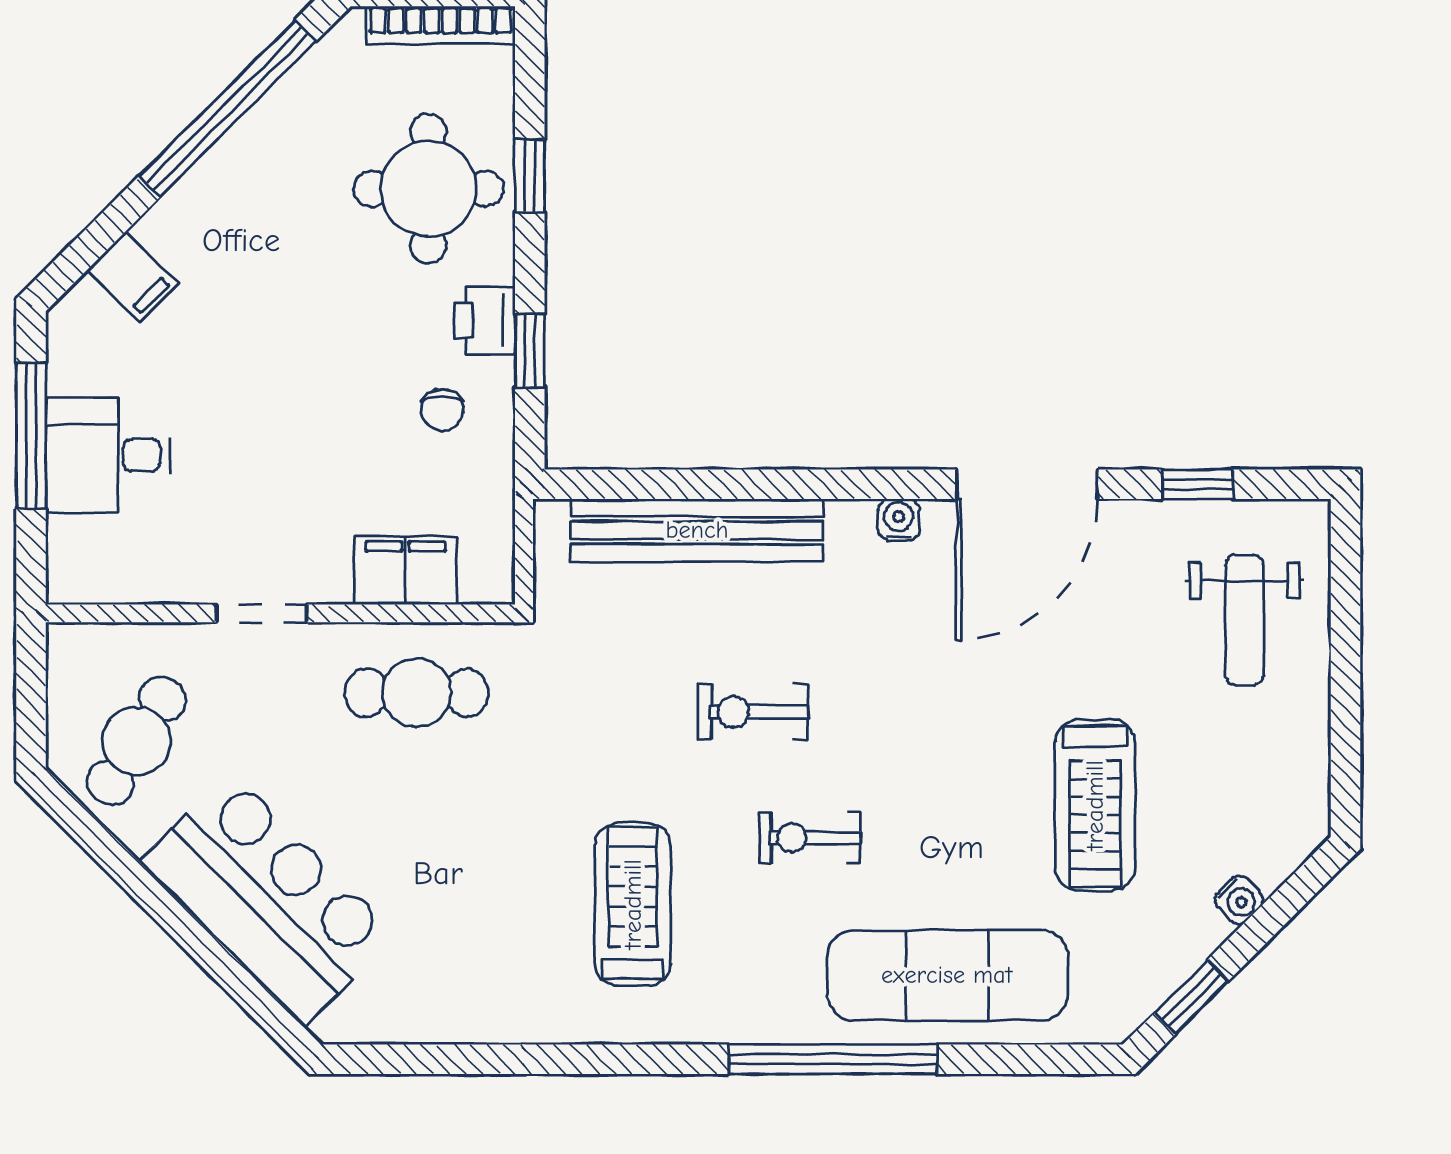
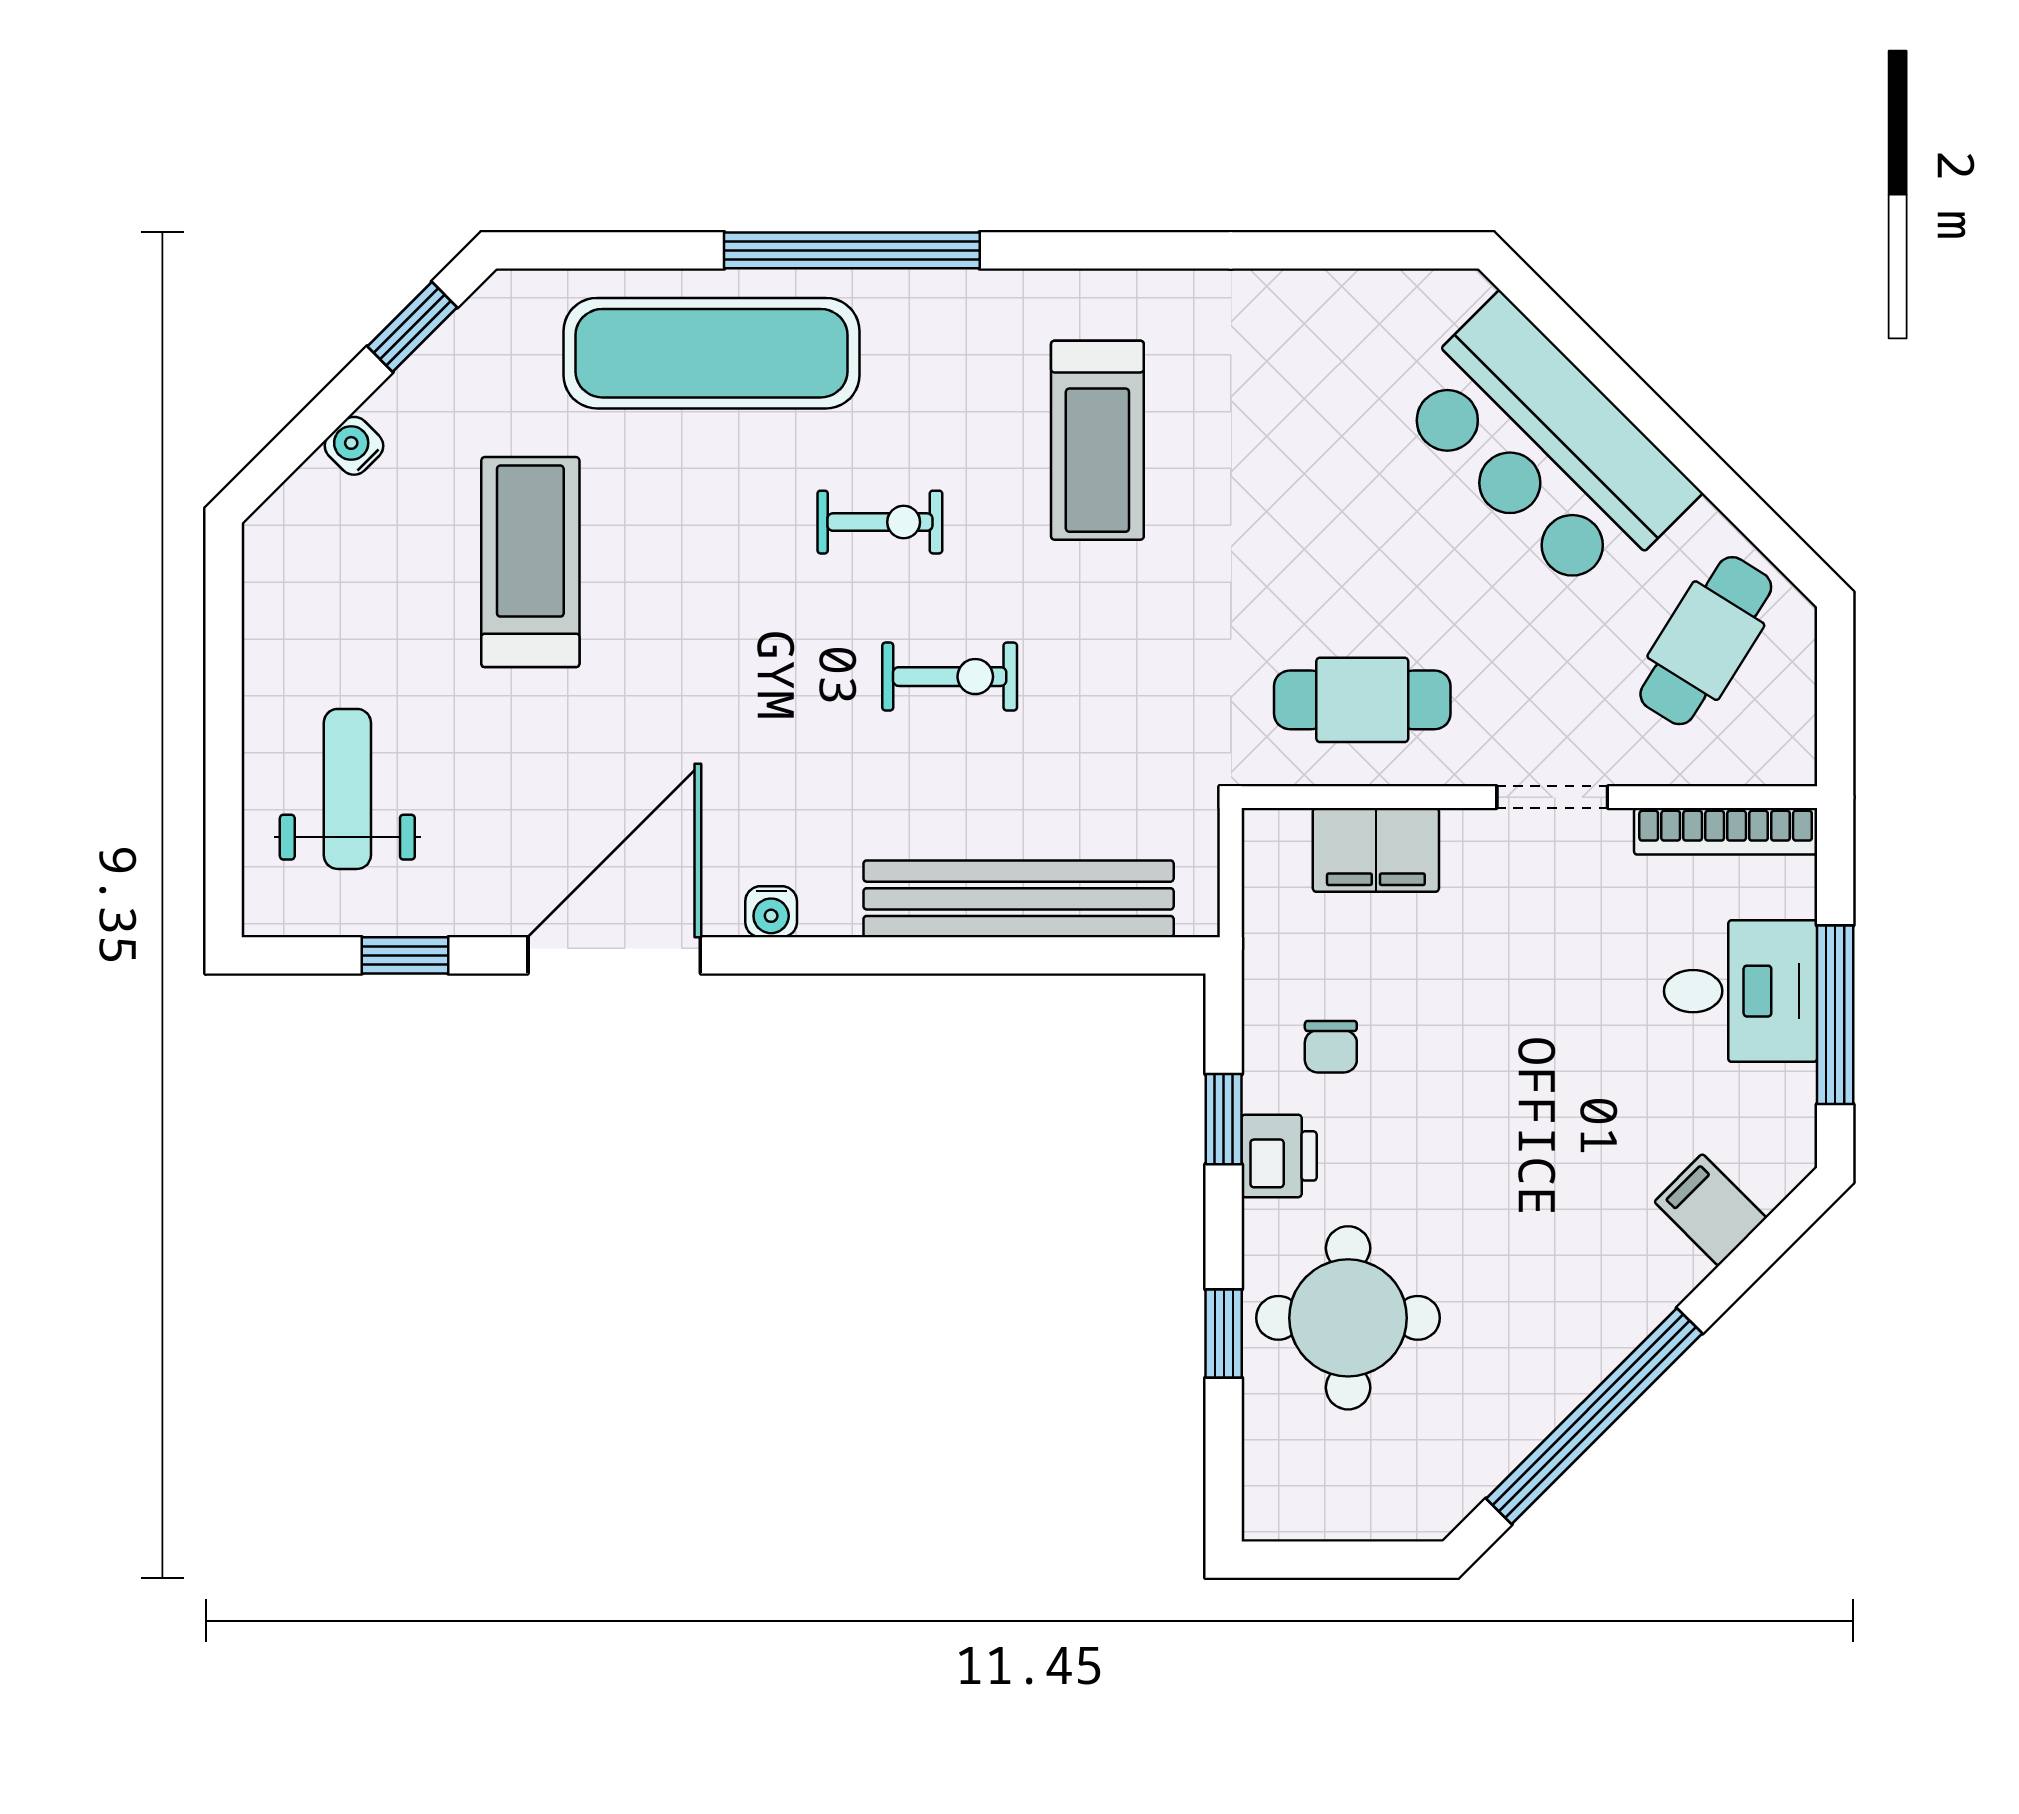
bookcase: (441, 25) -> (1726, 831), moved, turned 180
chair: (442, 410) -> (1331, 1047), turned 180

